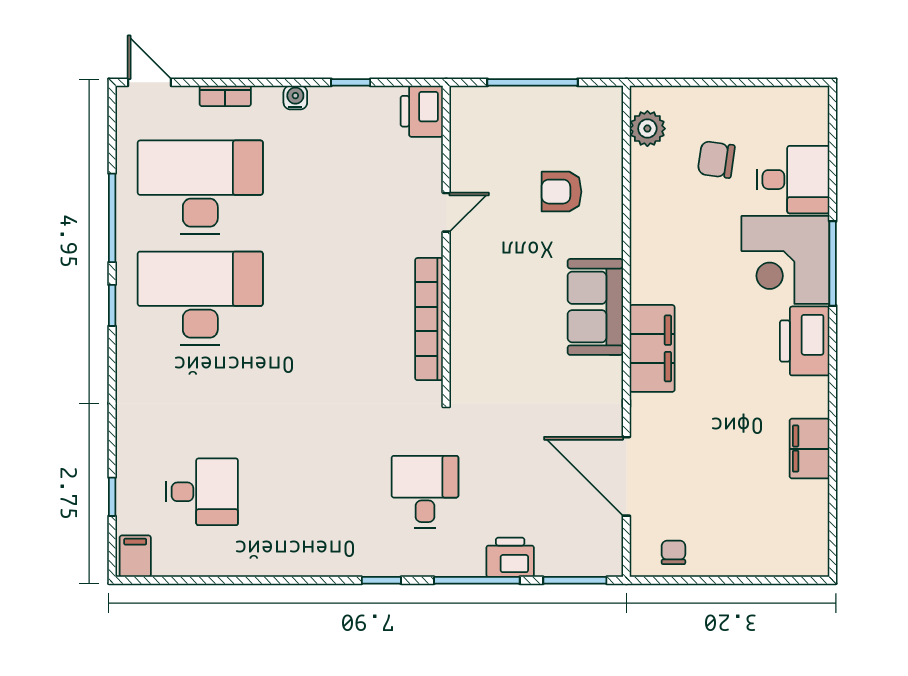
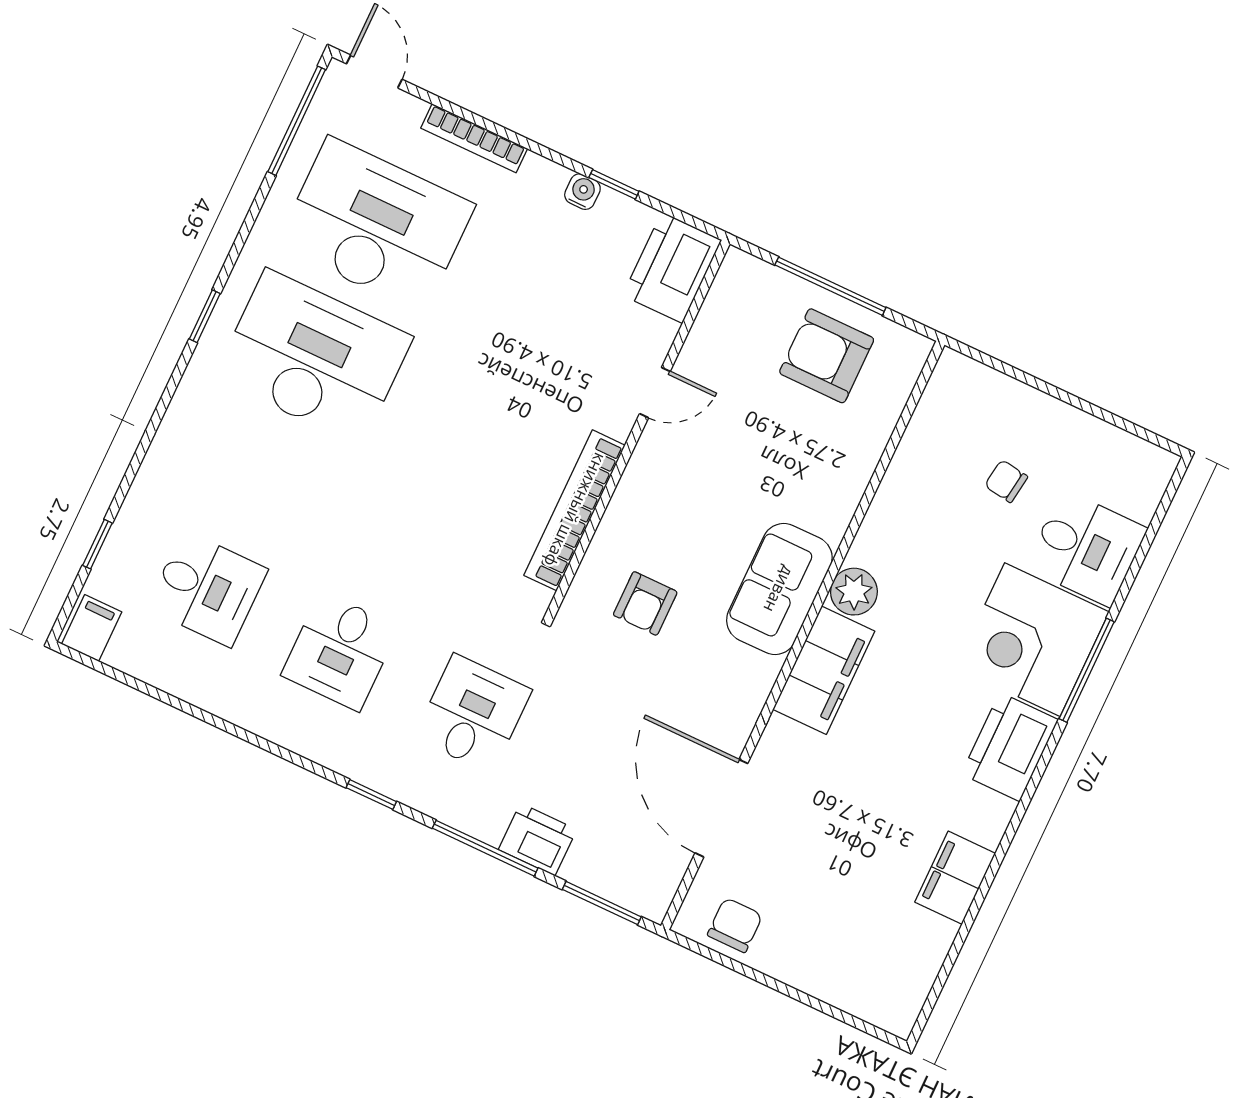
bookcase: (225, 96) -> (474, 138), width x1.56
water cooler: (295, 98) -> (582, 192), moved
printer: (422, 111) -> (672, 268), width x1.37, depth x1.19
plant: (647, 129) -> (854, 592), moved
chair: (716, 160) -> (1006, 481), width x0.73, depth x0.73
armchair: (562, 192) -> (827, 356), moved, width x1.38, depth x1.38
window: (112, 218) -> (297, 121), moved
armchair: (508, 360) -> (645, 603), added
desk: (313, 492) -> (340, 651), added
chair: (673, 552) -> (735, 925), width x1.37, depth x1.37

